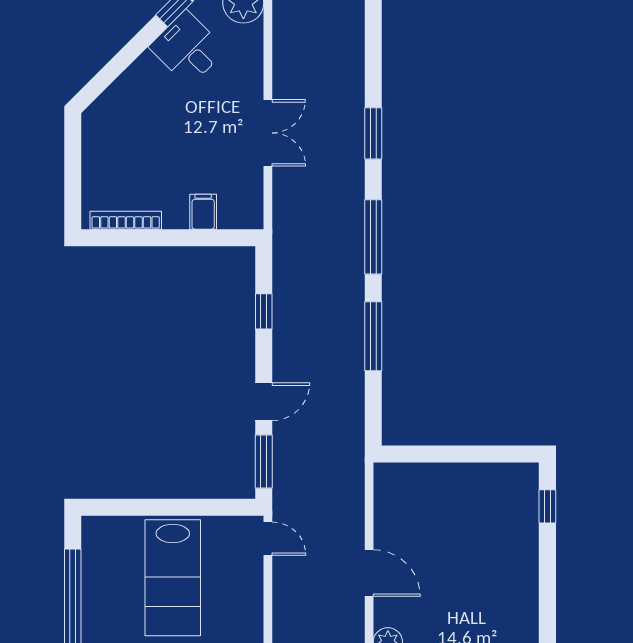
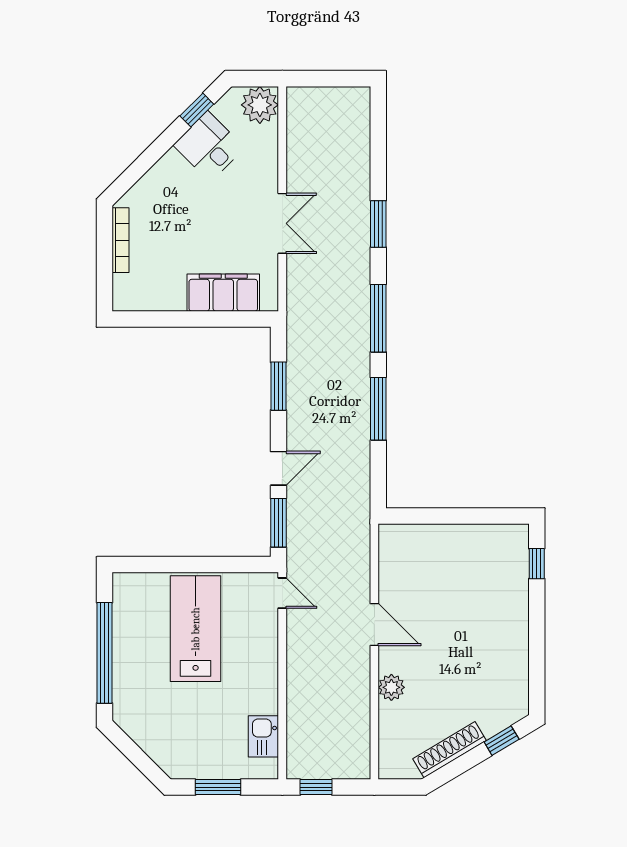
filing cabinet: (203, 212) -> (223, 293), width x3.00, depth x1.17
bookcase: (126, 220) -> (120, 240), moved, turned 90
window: (264, 311) -> (278, 386), width x1.50
lab bench: (173, 578) -> (196, 629), turned 180

